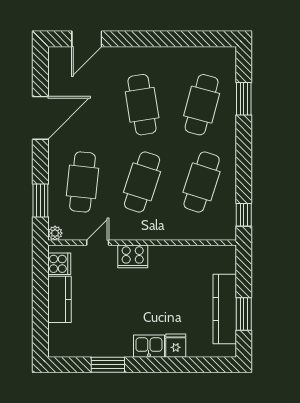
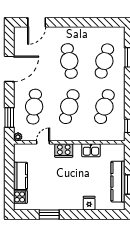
cooker: (59, 264) -> (20, 197), moved
kitchen sink: (149, 346) -> (91, 150), moved, turned 180

